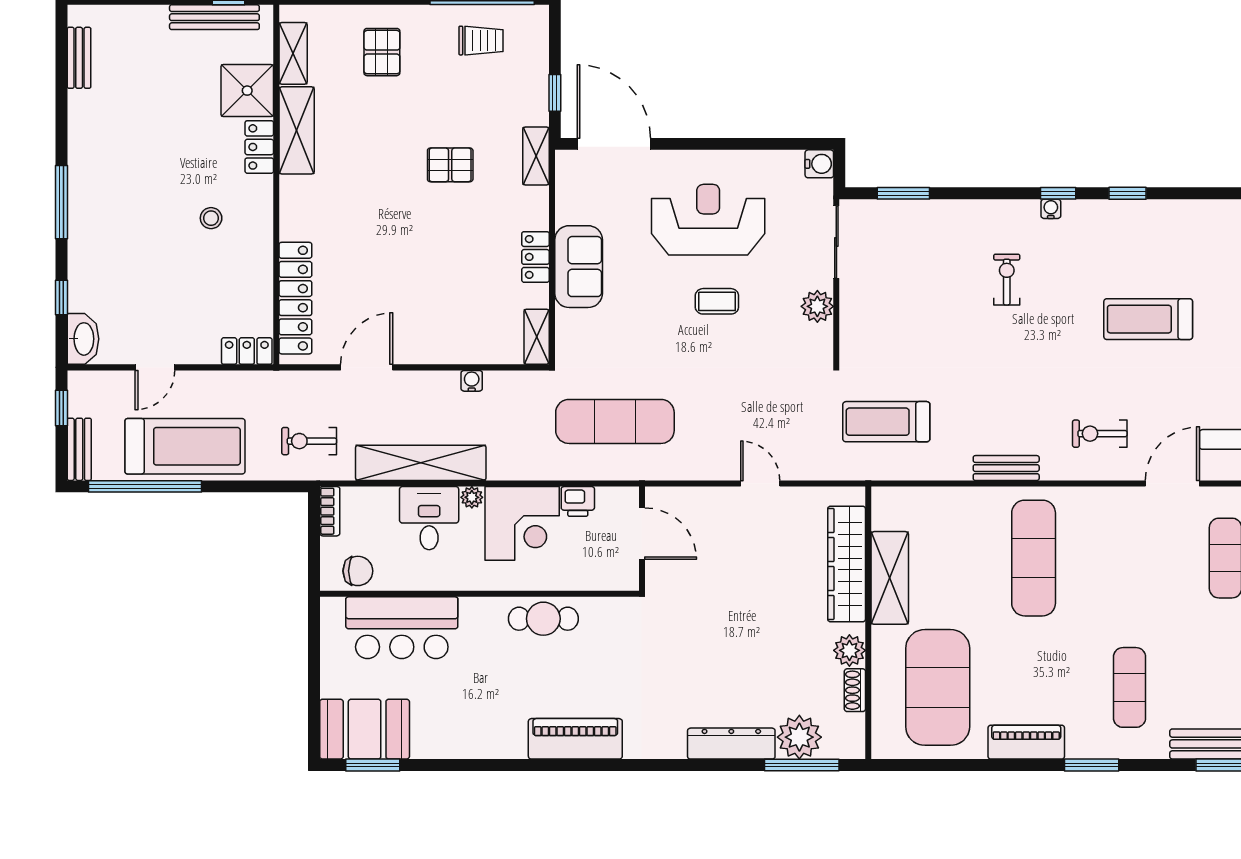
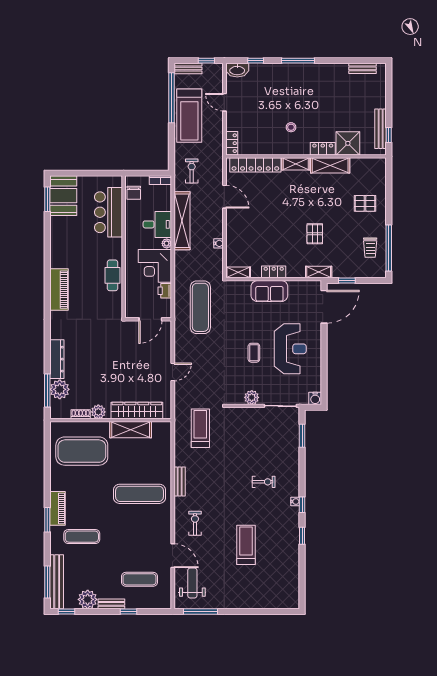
shelving: (293, 53) -> (296, 164), moved
piano: (1026, 742) -> (57, 508), moved

